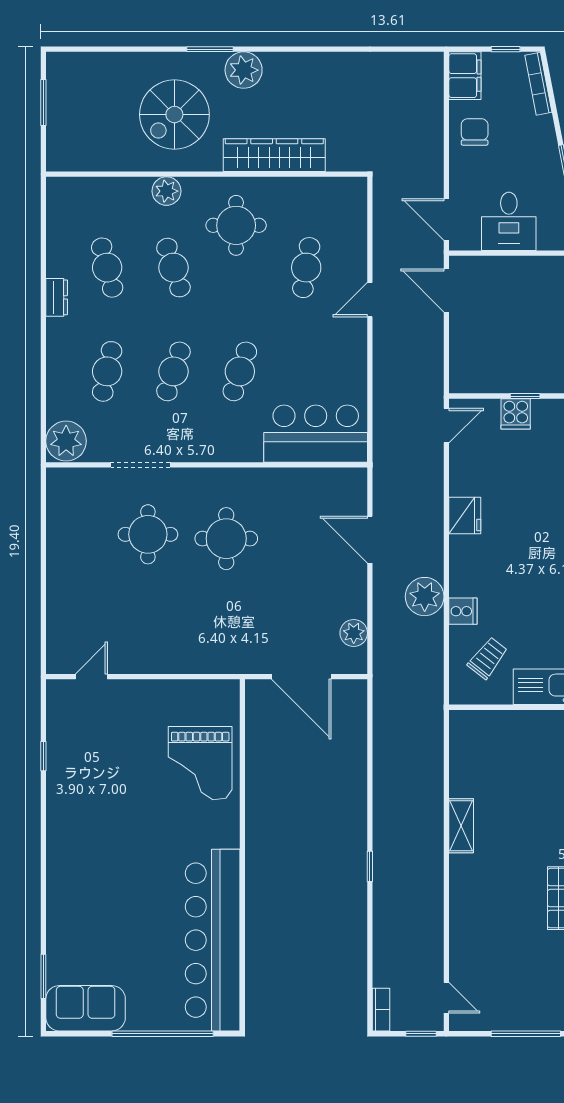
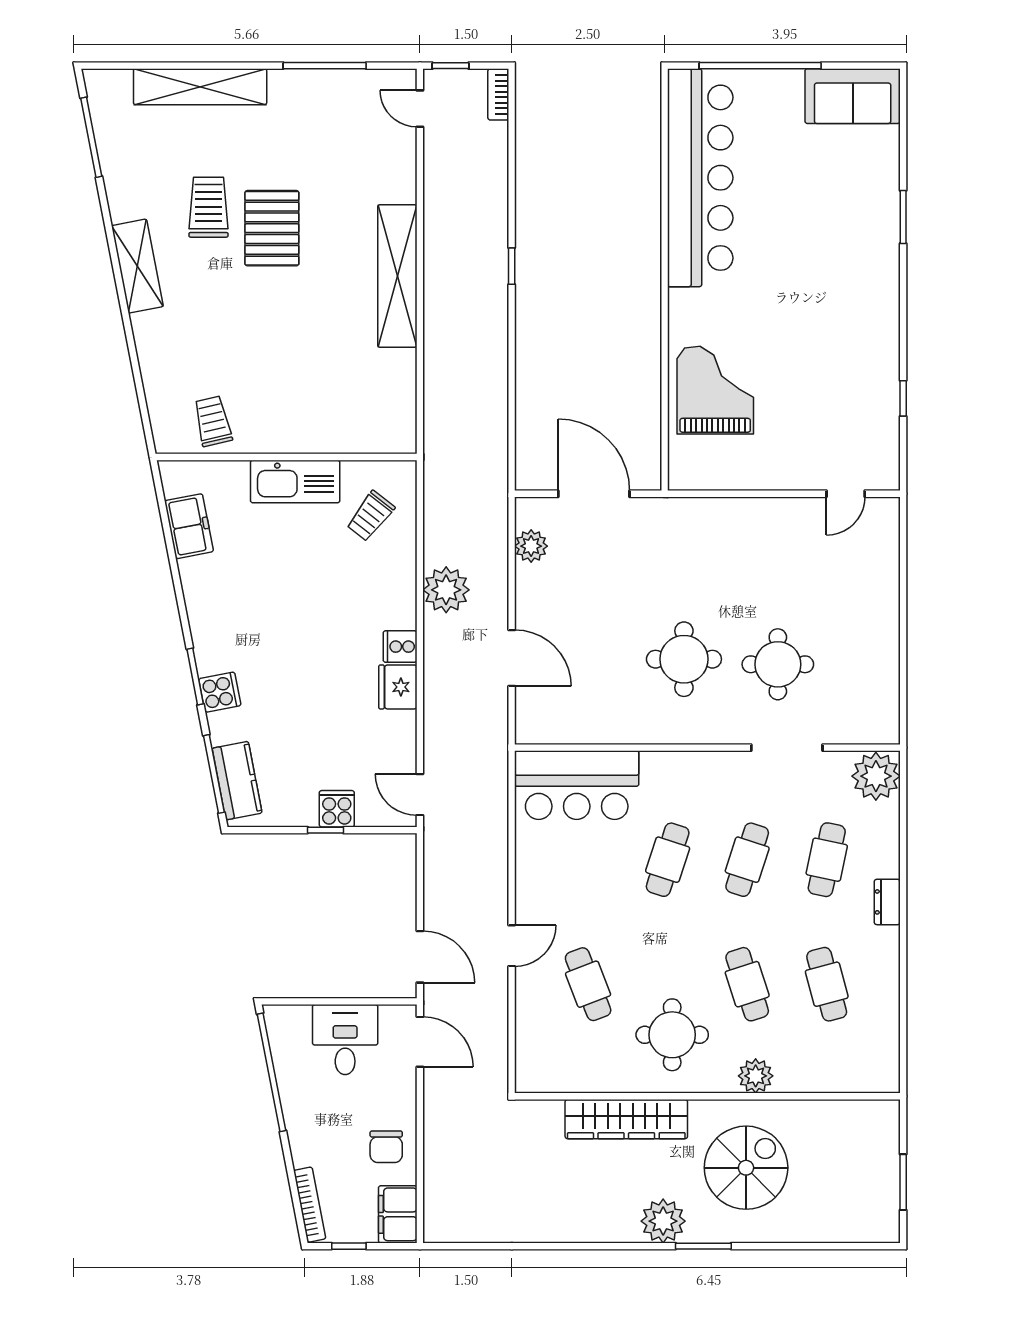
cafe table: (306, 268) -> (588, 984), turned -30
dresser: (57, 297) -> (887, 902), moved
door: (446, 426) -> (420, 795), hinge flipped
cooker: (463, 611) -> (400, 647), moved
shelving: (461, 826) -> (397, 276), width x2.20, depth x1.33
window: (43, 976) -> (903, 217), moved

